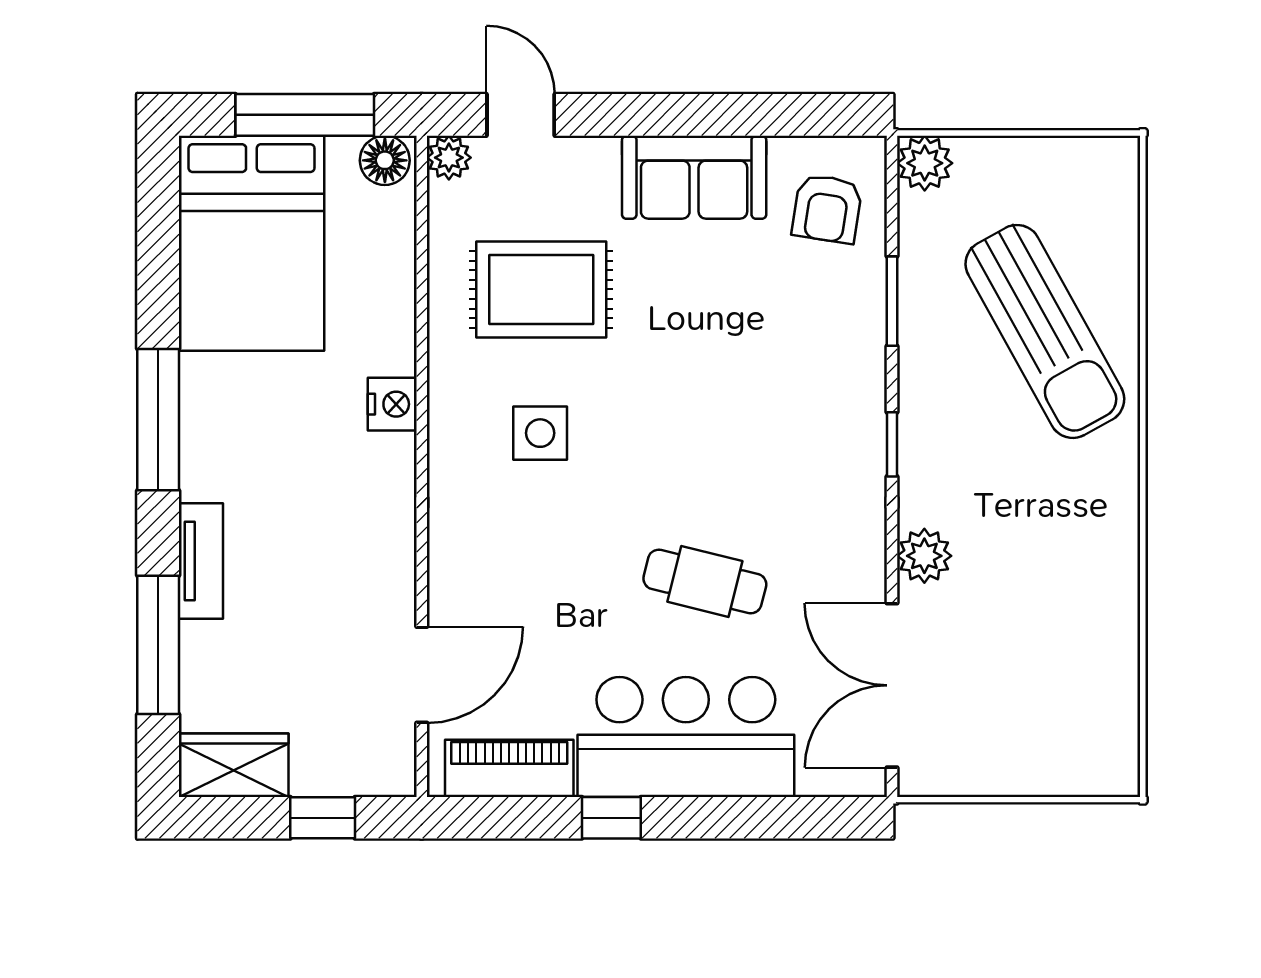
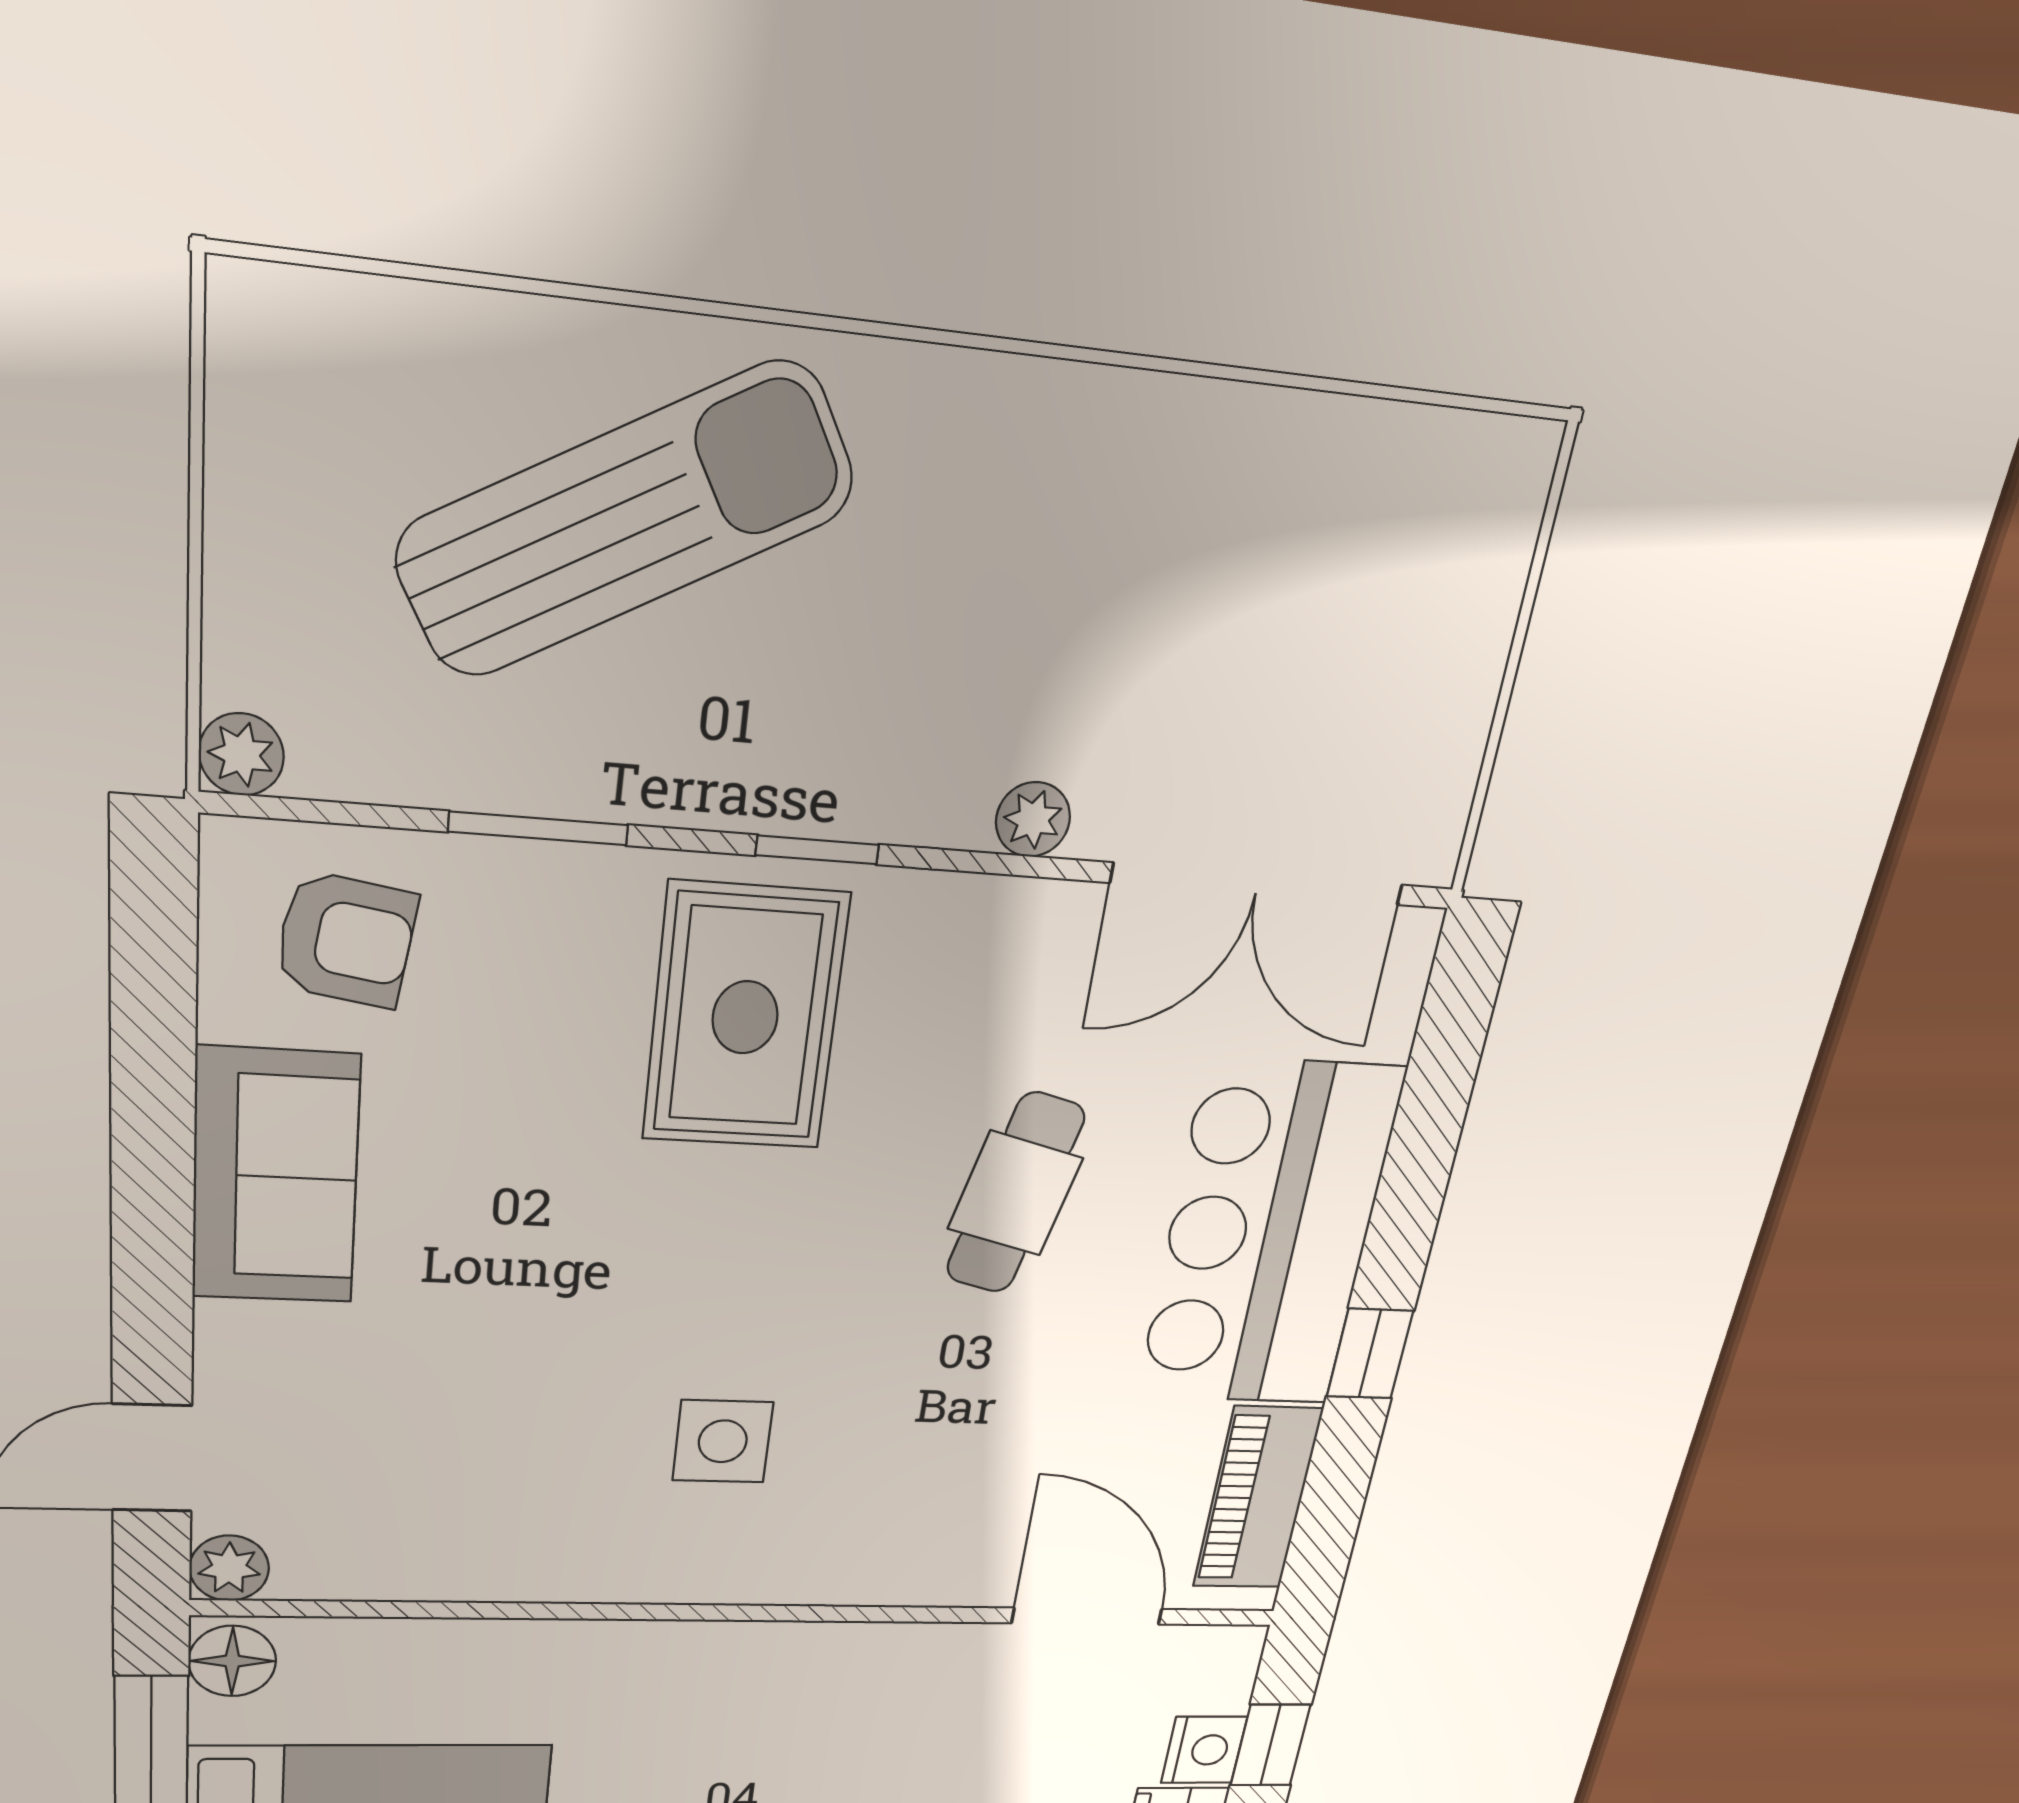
plant: (925, 163) -> (241, 754), width x0.73, depth x0.73
rug: (541, 289) -> (745, 1017), moved
nightstand: (392, 404) -> (1204, 1750), moved, turned 90
plant: (924, 556) -> (1033, 819), width x0.73, depth x0.73

